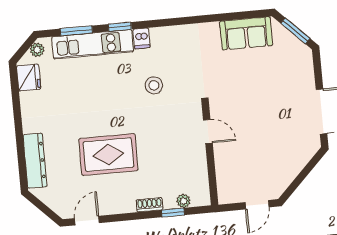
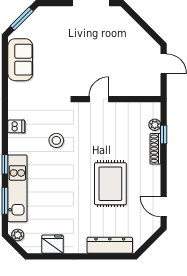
dishwasher: (141, 38) -> (16, 126), moved
fridge: (29, 78) -> (53, 244), moved
shoe rack: (150, 205) -> (155, 149), width x1.43

